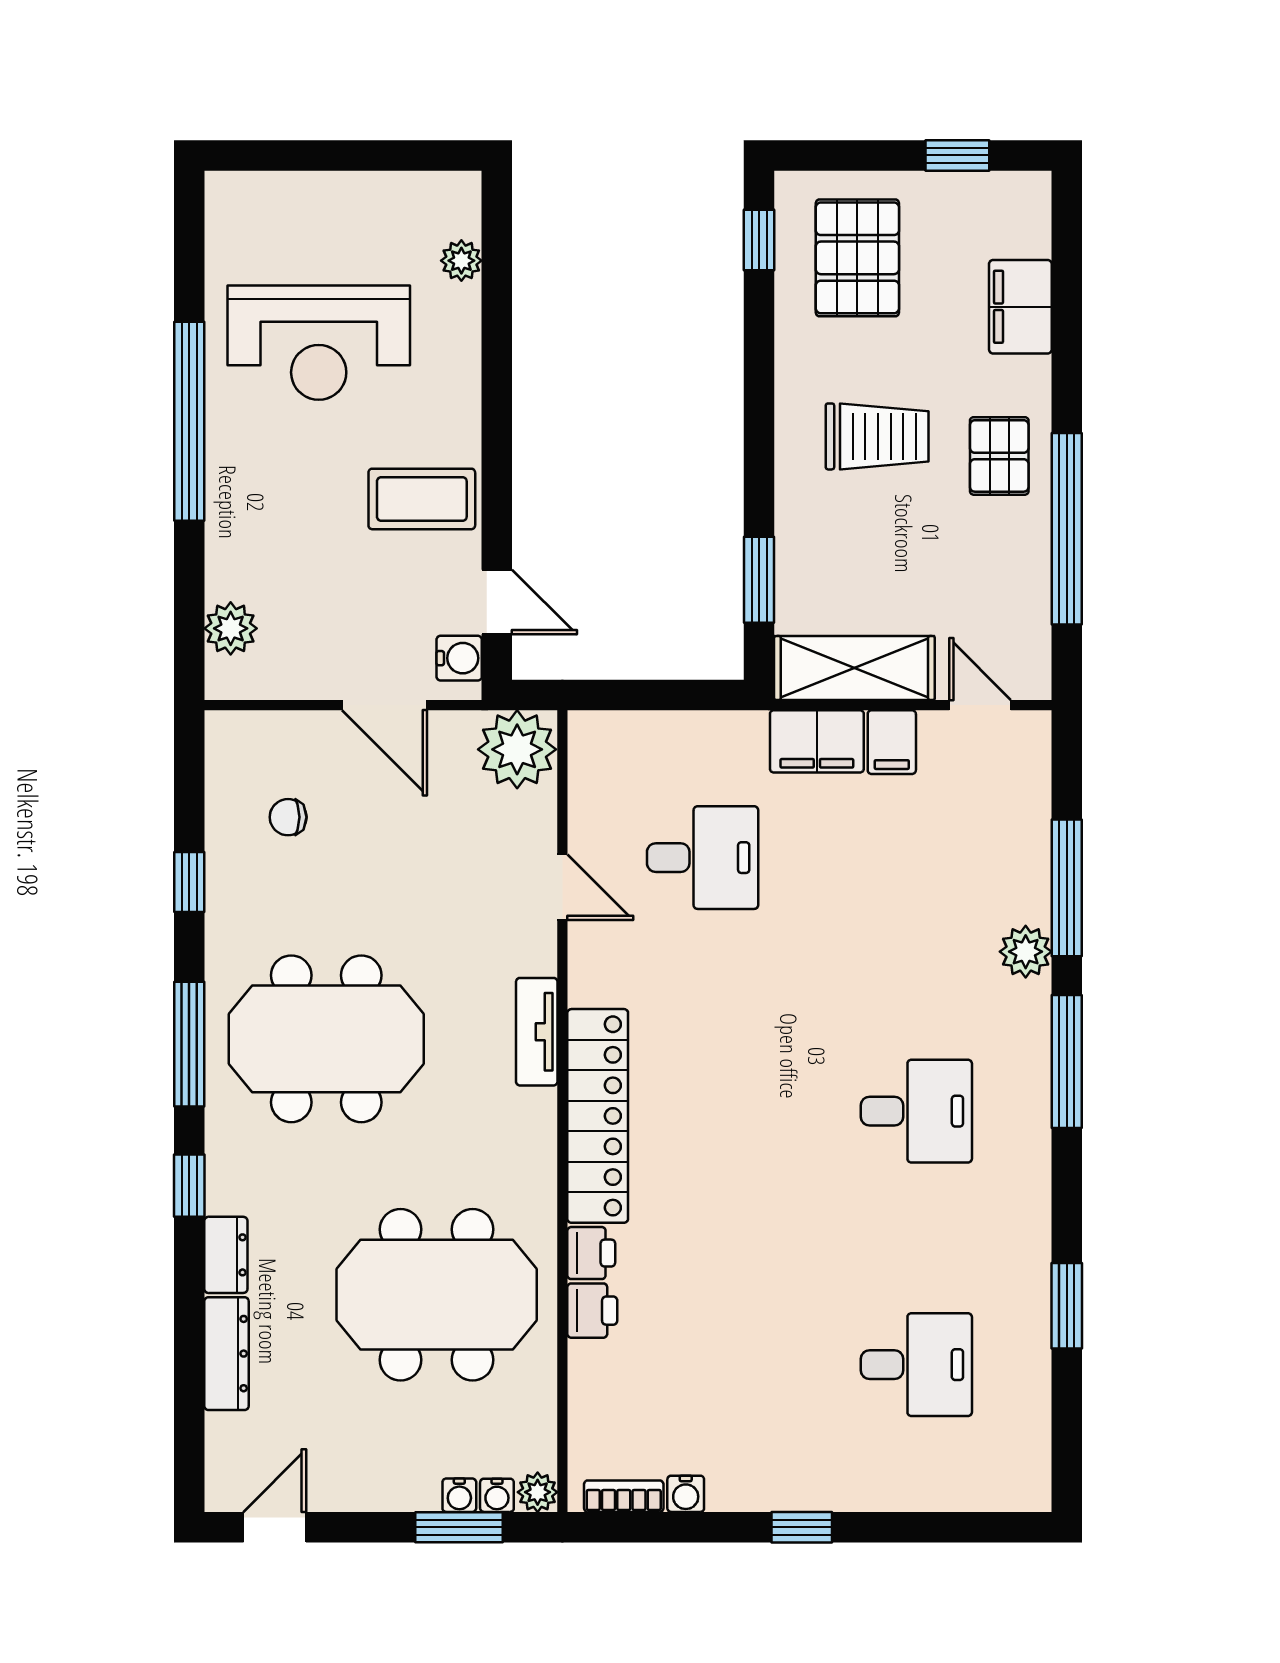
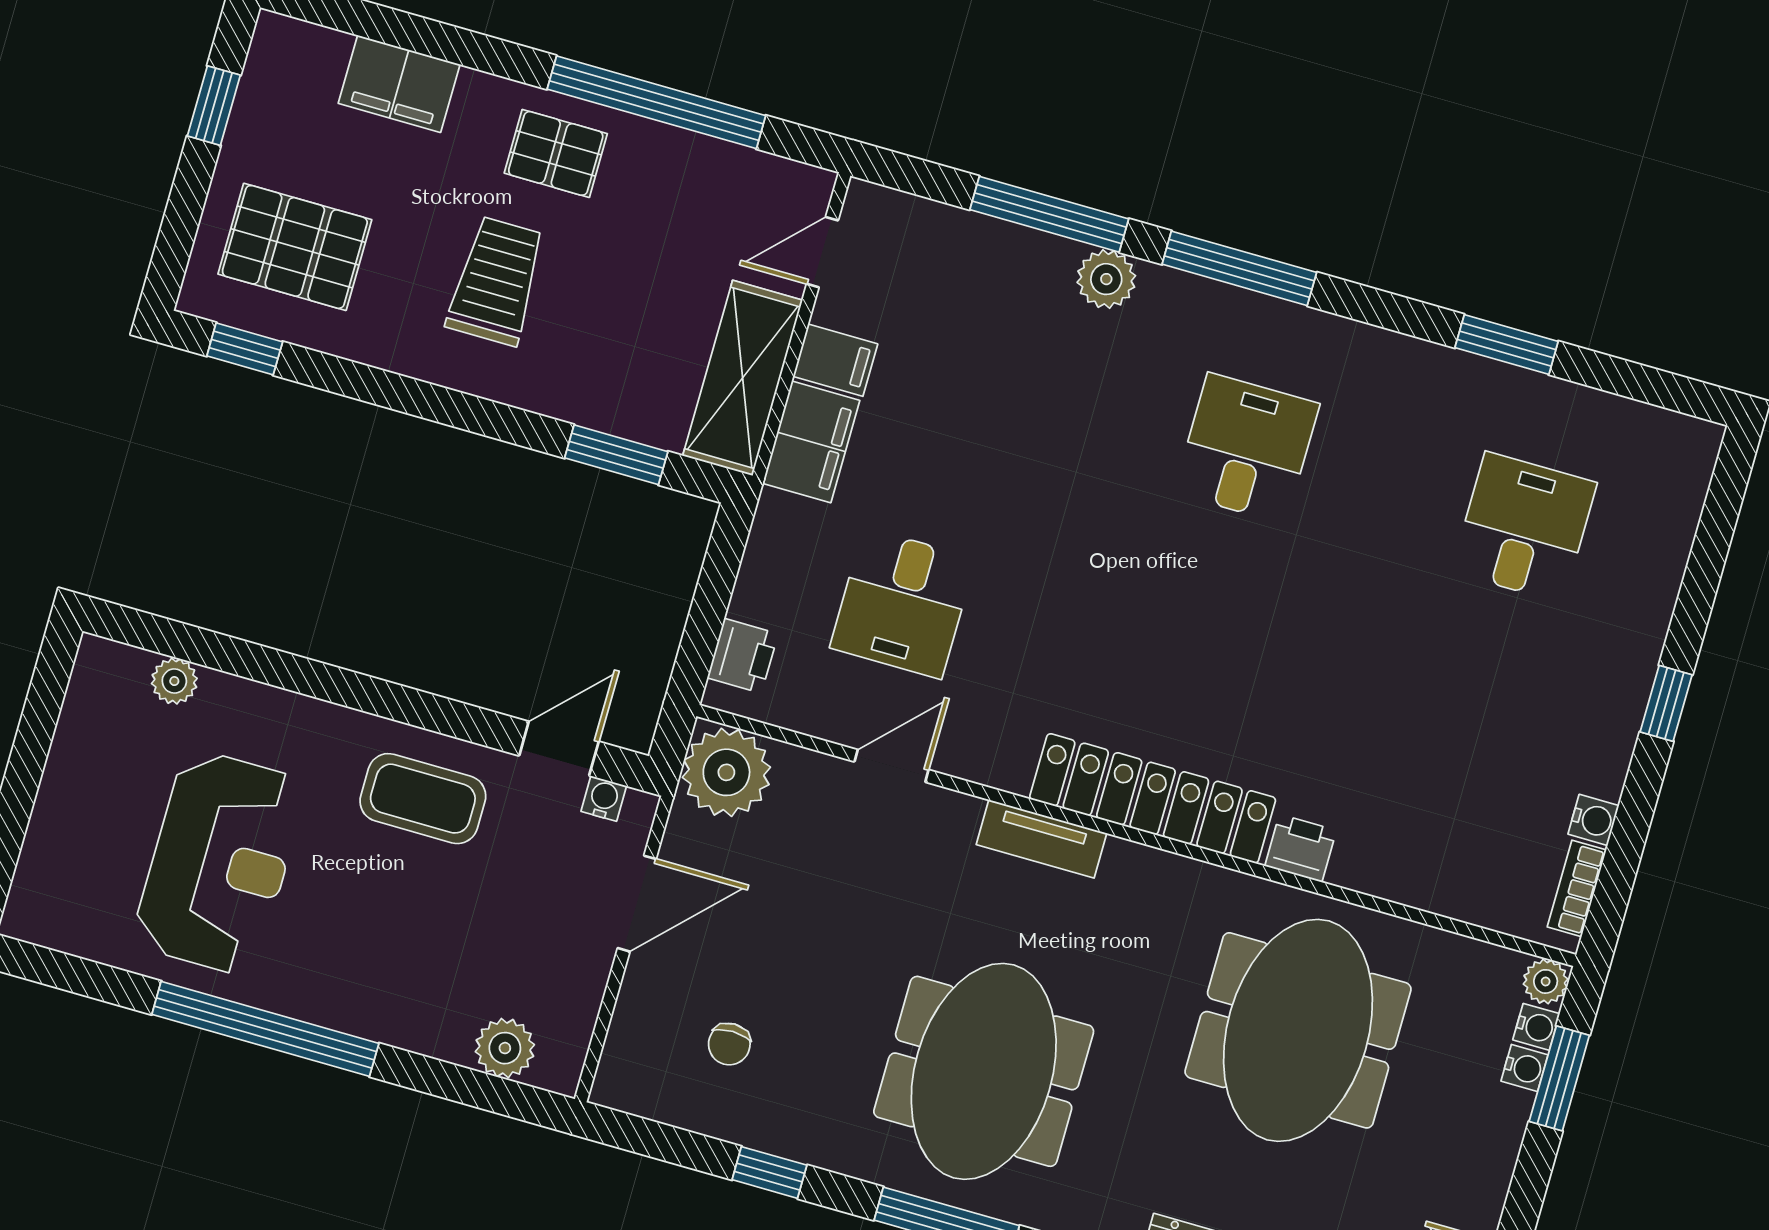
coffee table: (422, 499) -> (423, 799), turned 90
water cooler: (459, 658) -> (604, 799), width x0.72, depth x0.72
desk: (703, 858) -> (903, 603), turned 180
printer: (592, 1311) -> (743, 656), moved, turned 90

